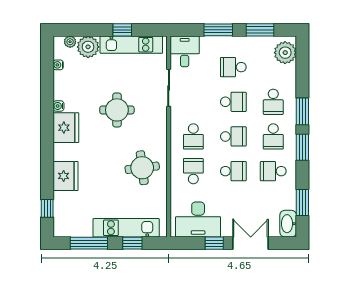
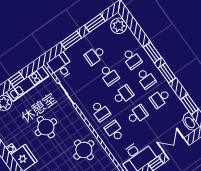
school desk: (233, 102) -> (109, 75), turned 90

